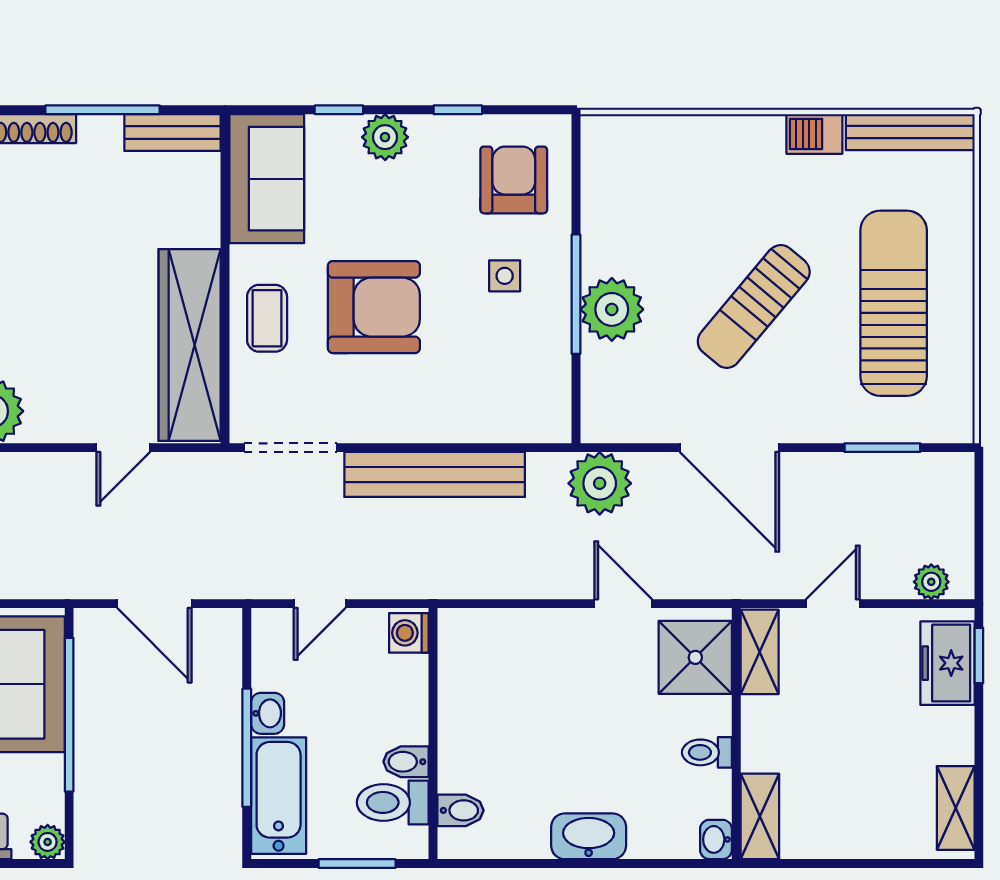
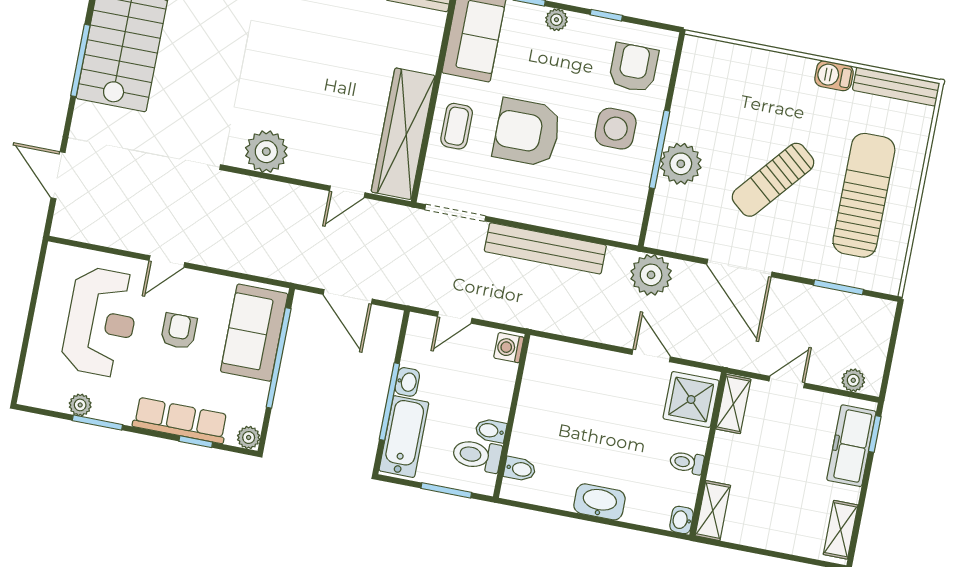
plant: (385, 137) -> (556, 20), width x0.73, depth x0.73
side table: (505, 276) -> (616, 129), width x1.87, depth x1.87
armchair: (374, 307) -> (527, 132), turned 180
freezer: (947, 663) -> (851, 446), width x1.40

